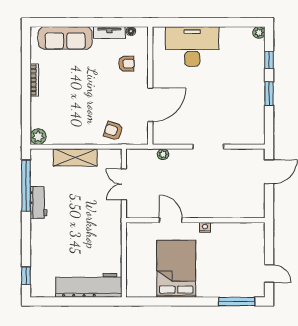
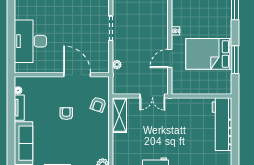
armchair: (126, 64) -> (66, 114), moved
shelving: (75, 157) -> (119, 115), moved
double door: (124, 184) -> (152, 96), moved
window: (169, 301) -> (235, 60), added

